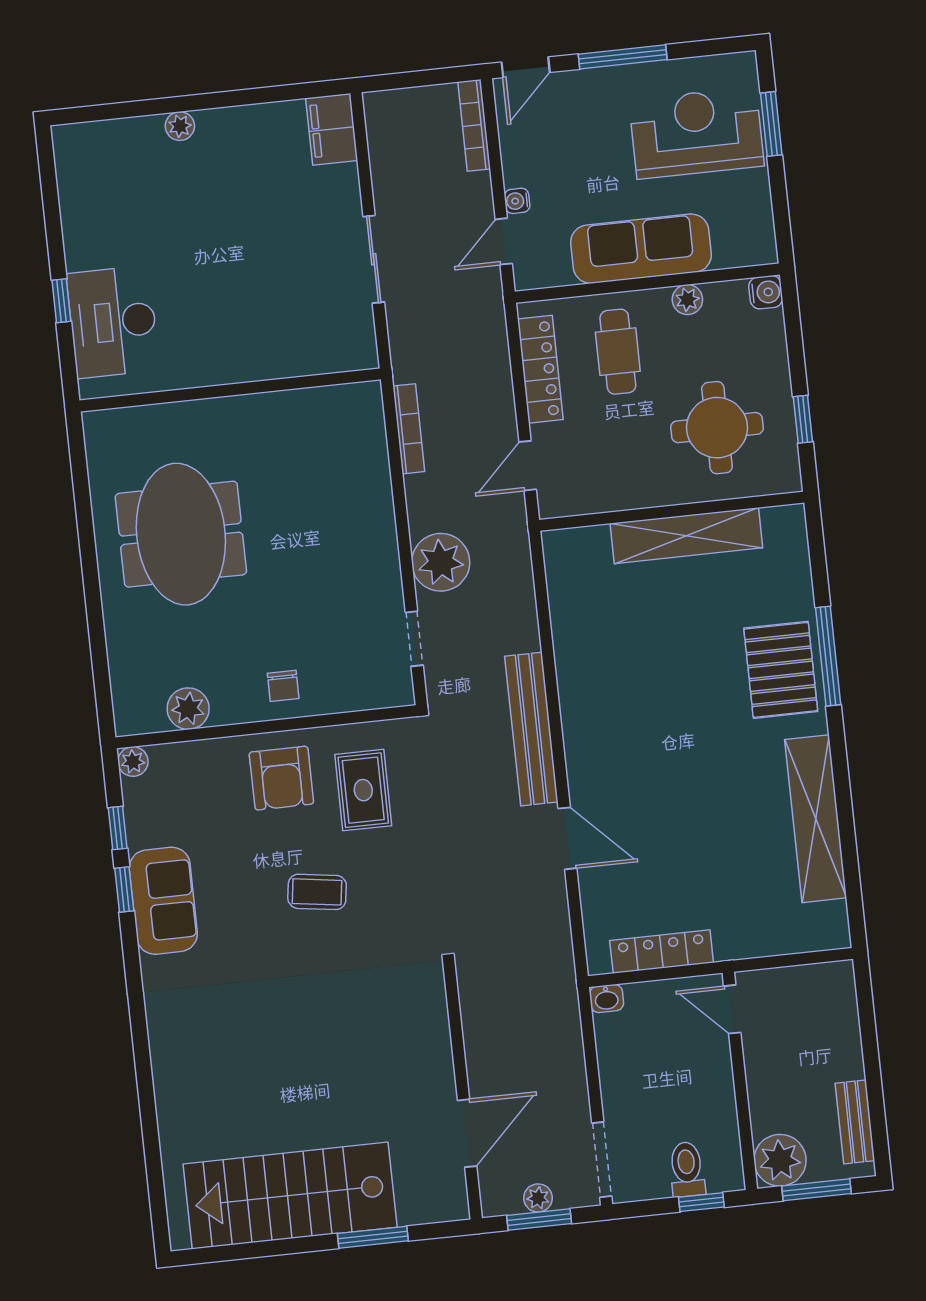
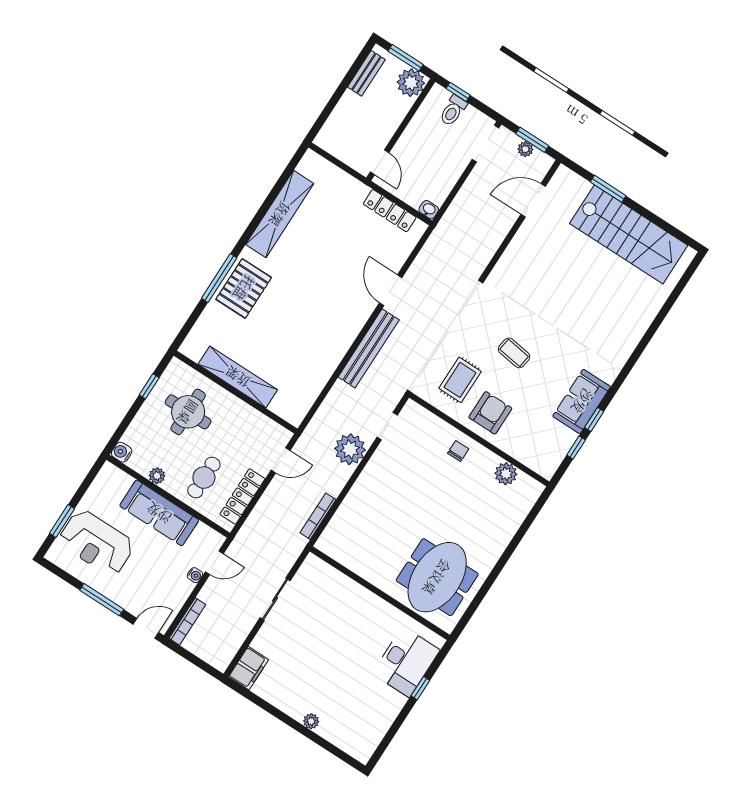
meeting table: (181, 534) -> (437, 577), moved
plant: (133, 762) -> (547, 470), removed

